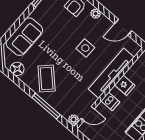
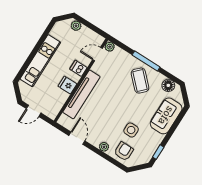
door: (123, 27) -> (77, 138), hinge flipped
side table: (85, 48) -> (131, 130), moved
window: (46, 106) -> (146, 61), moved

